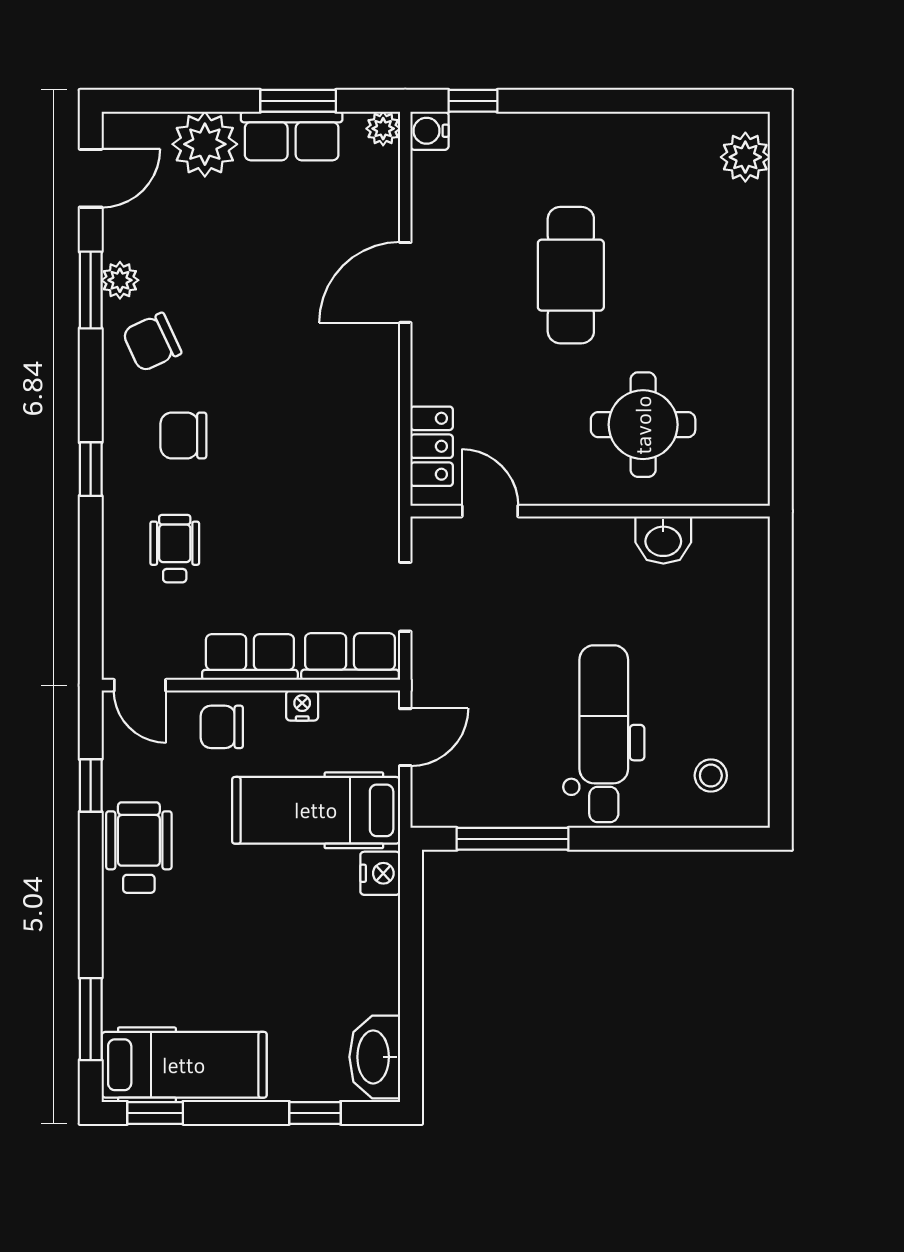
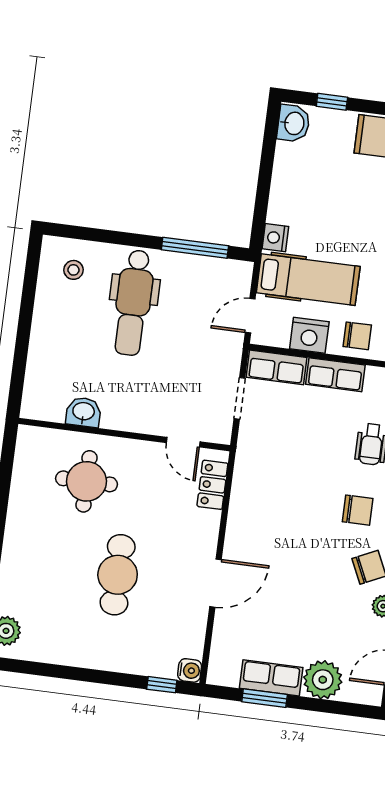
plant: (383, 129) -> (217, 675), removed
nightstand: (302, 705) -> (309, 335), width x1.89, depth x1.79
washbasin: (375, 1057) -> (293, 123), width x0.72

